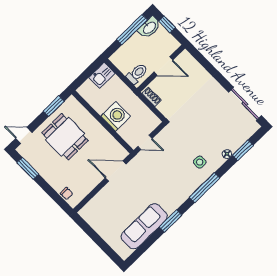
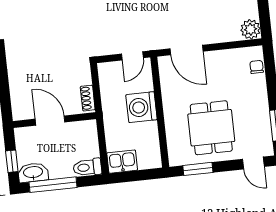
toilet: (137, 74) -> (87, 167), moved
door: (145, 142) -> (132, 56), swing flipped
plant: (88, 213) -> (250, 29), added

